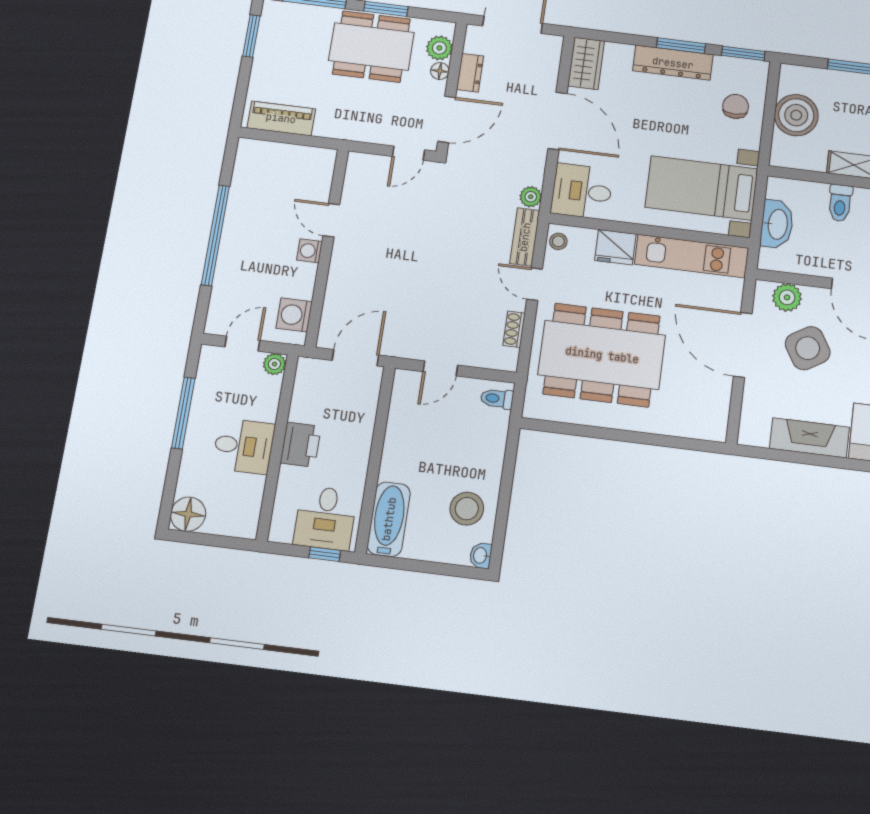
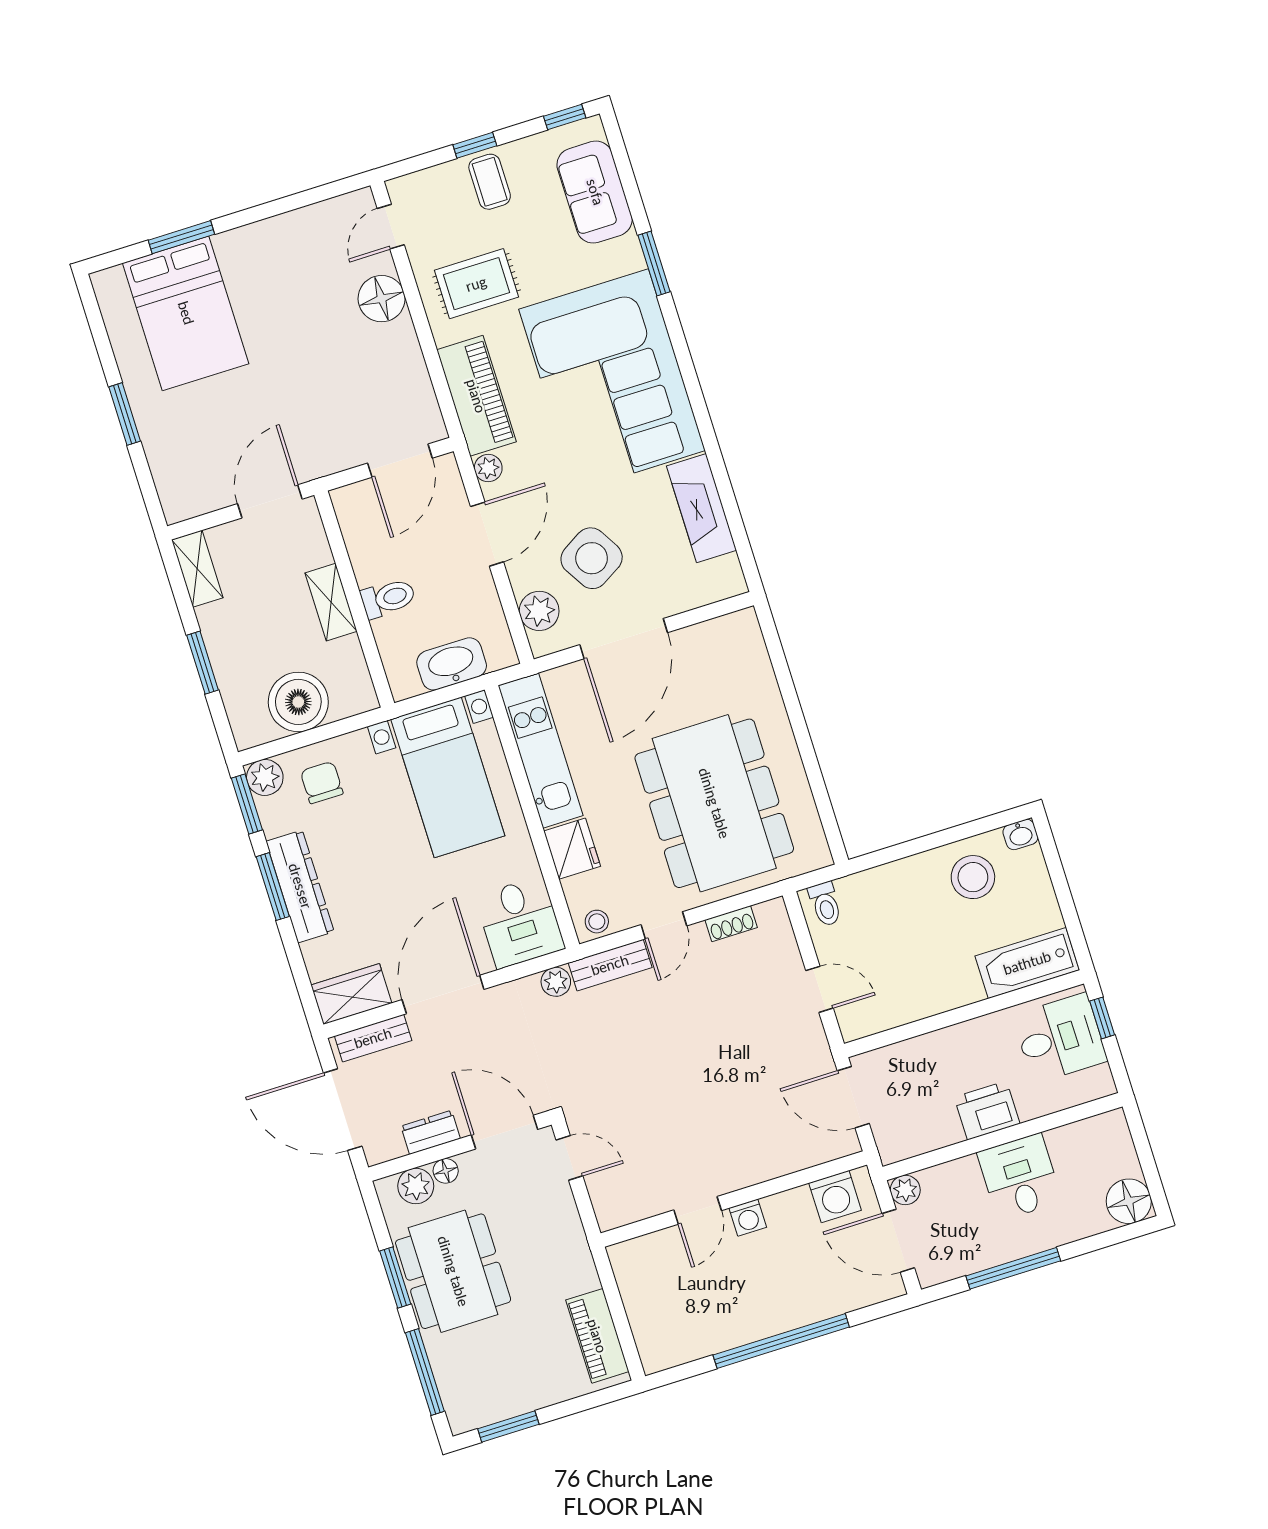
bench: (550, 64) -> (373, 1038), added
plant: (756, 72) -> (265, 777), added
chair: (736, 106) -> (322, 782), turned 90
door: (242, 344) -> (898, 1241), width x1.38

